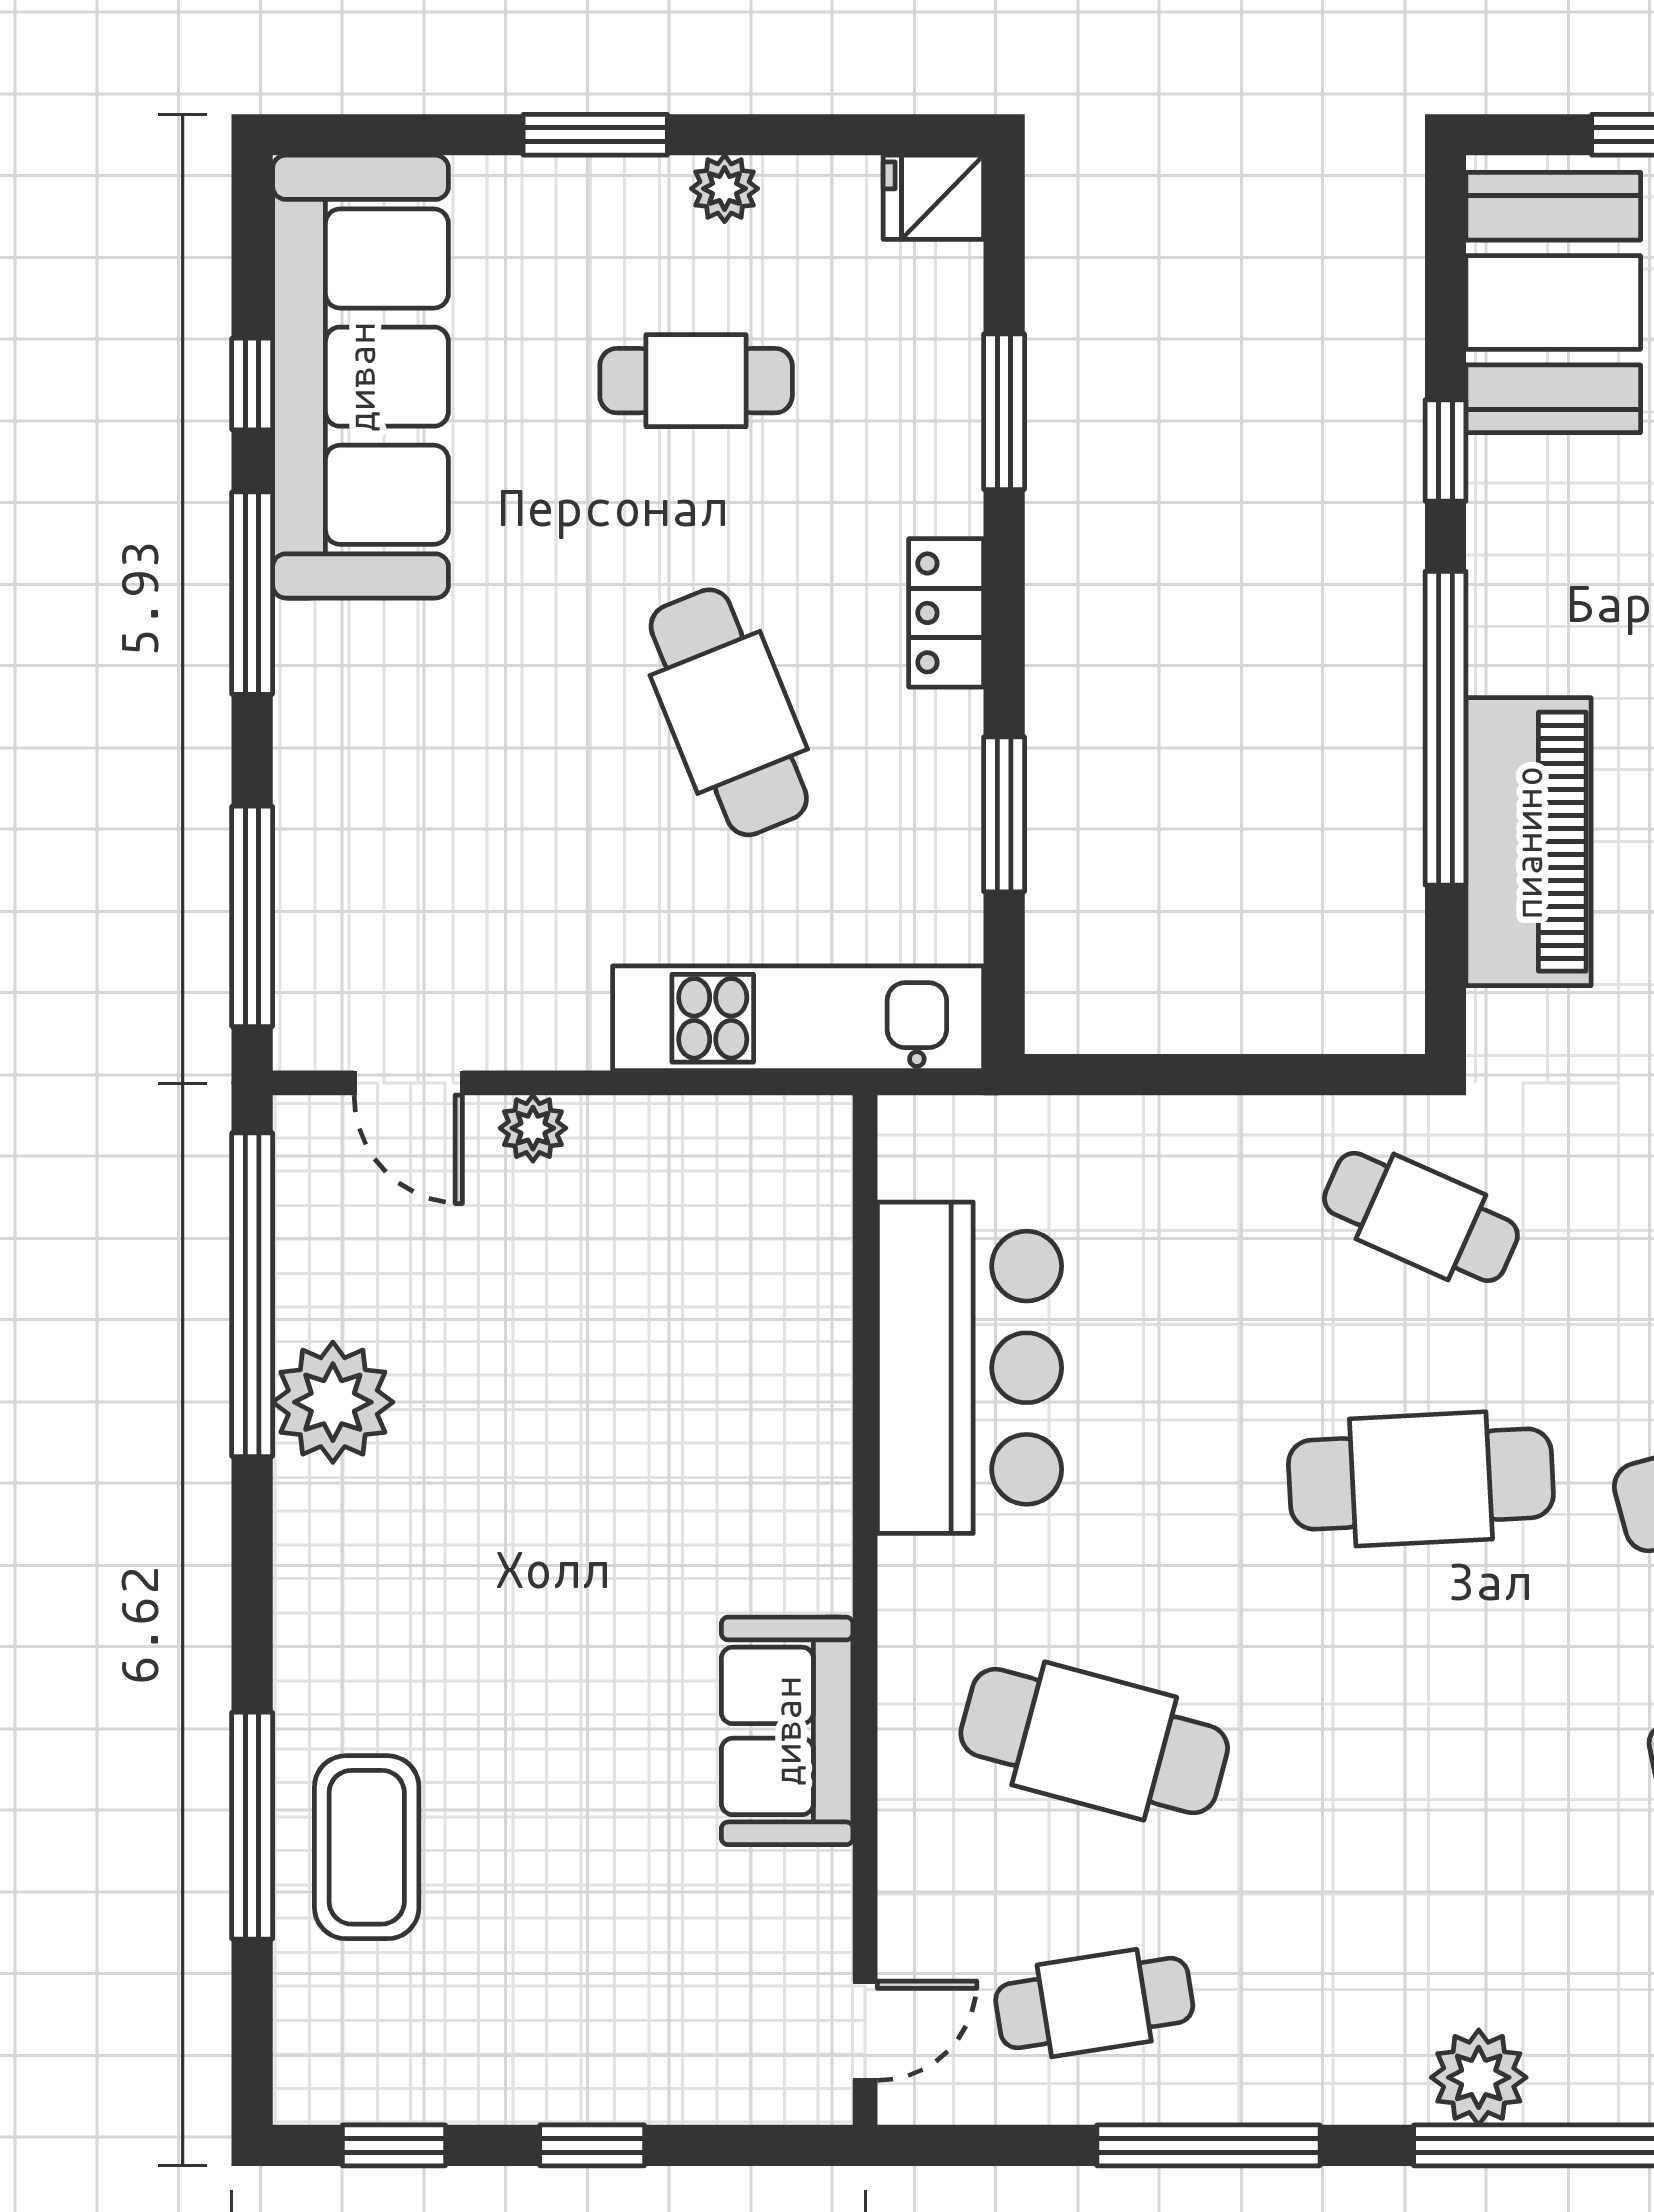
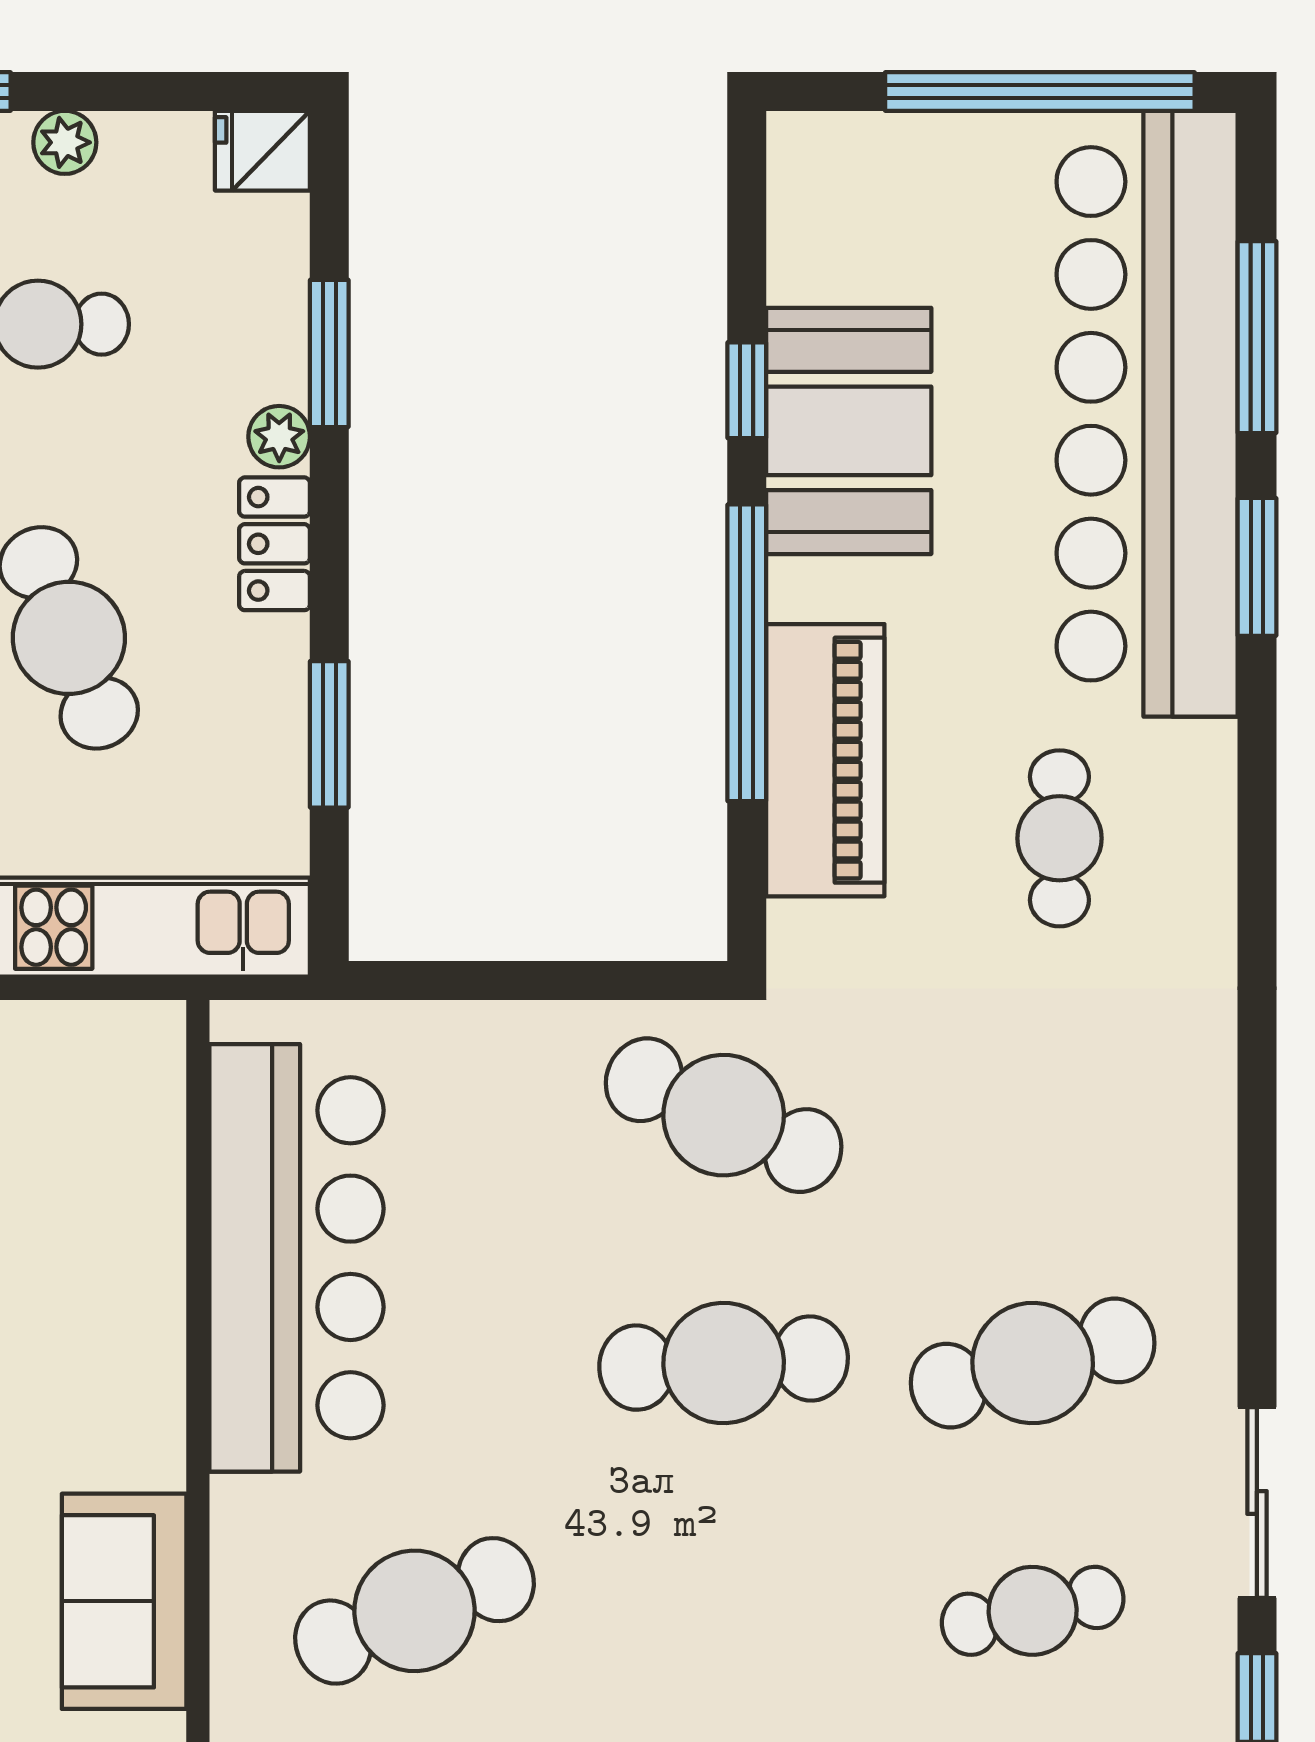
booth: (1553, 302) -> (849, 431), moved
plant: (951, 500) -> (279, 437), added
cafe table: (1421, 1217) -> (724, 1115), width x1.37, depth x1.35
bar counter: (969, 1368) -> (297, 1258), width x1.36
cafe table: (1094, 1741) -> (415, 1611), turned -36

